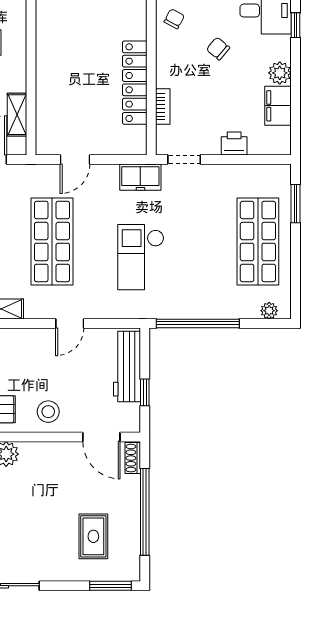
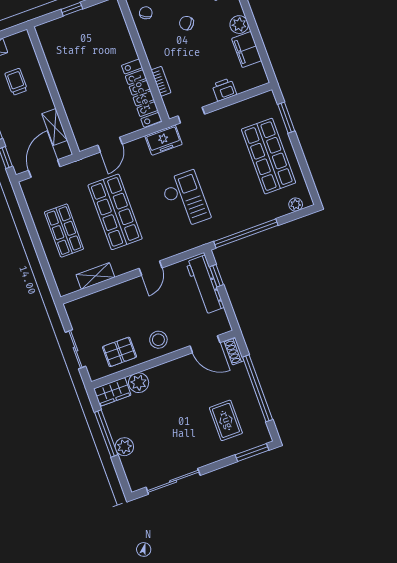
locker: (135, 83) -> (142, 93), moved
checkout: (141, 257) -> (186, 199), turned 180
window: (145, 392) -> (217, 276), moved

